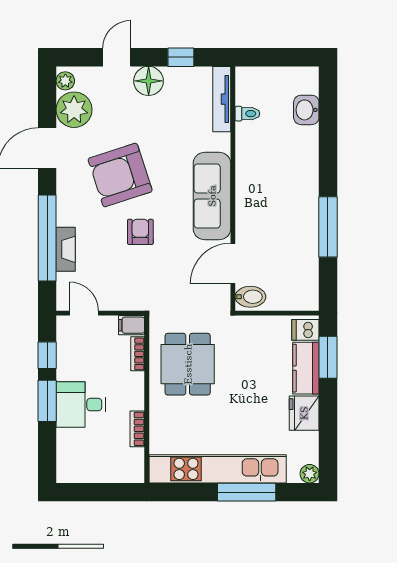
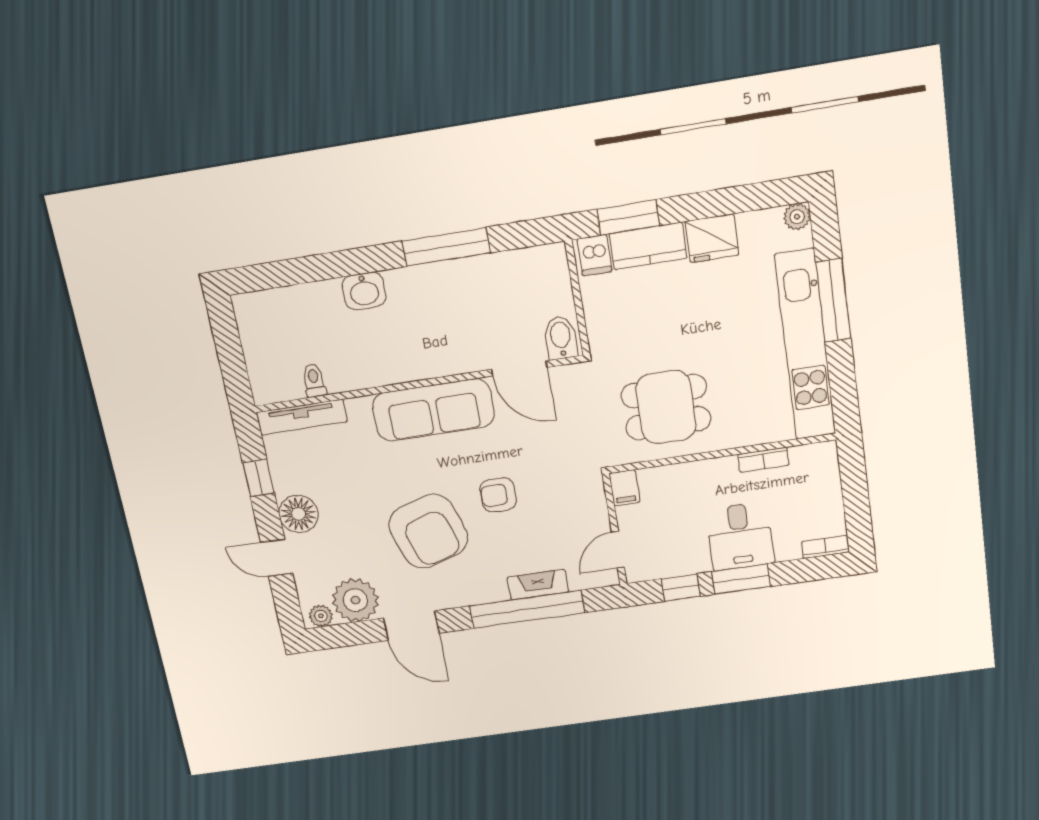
washbasin: (306, 110) -> (364, 291), moved
bookcase: (138, 354) -> (825, 547), moved, turned 180

